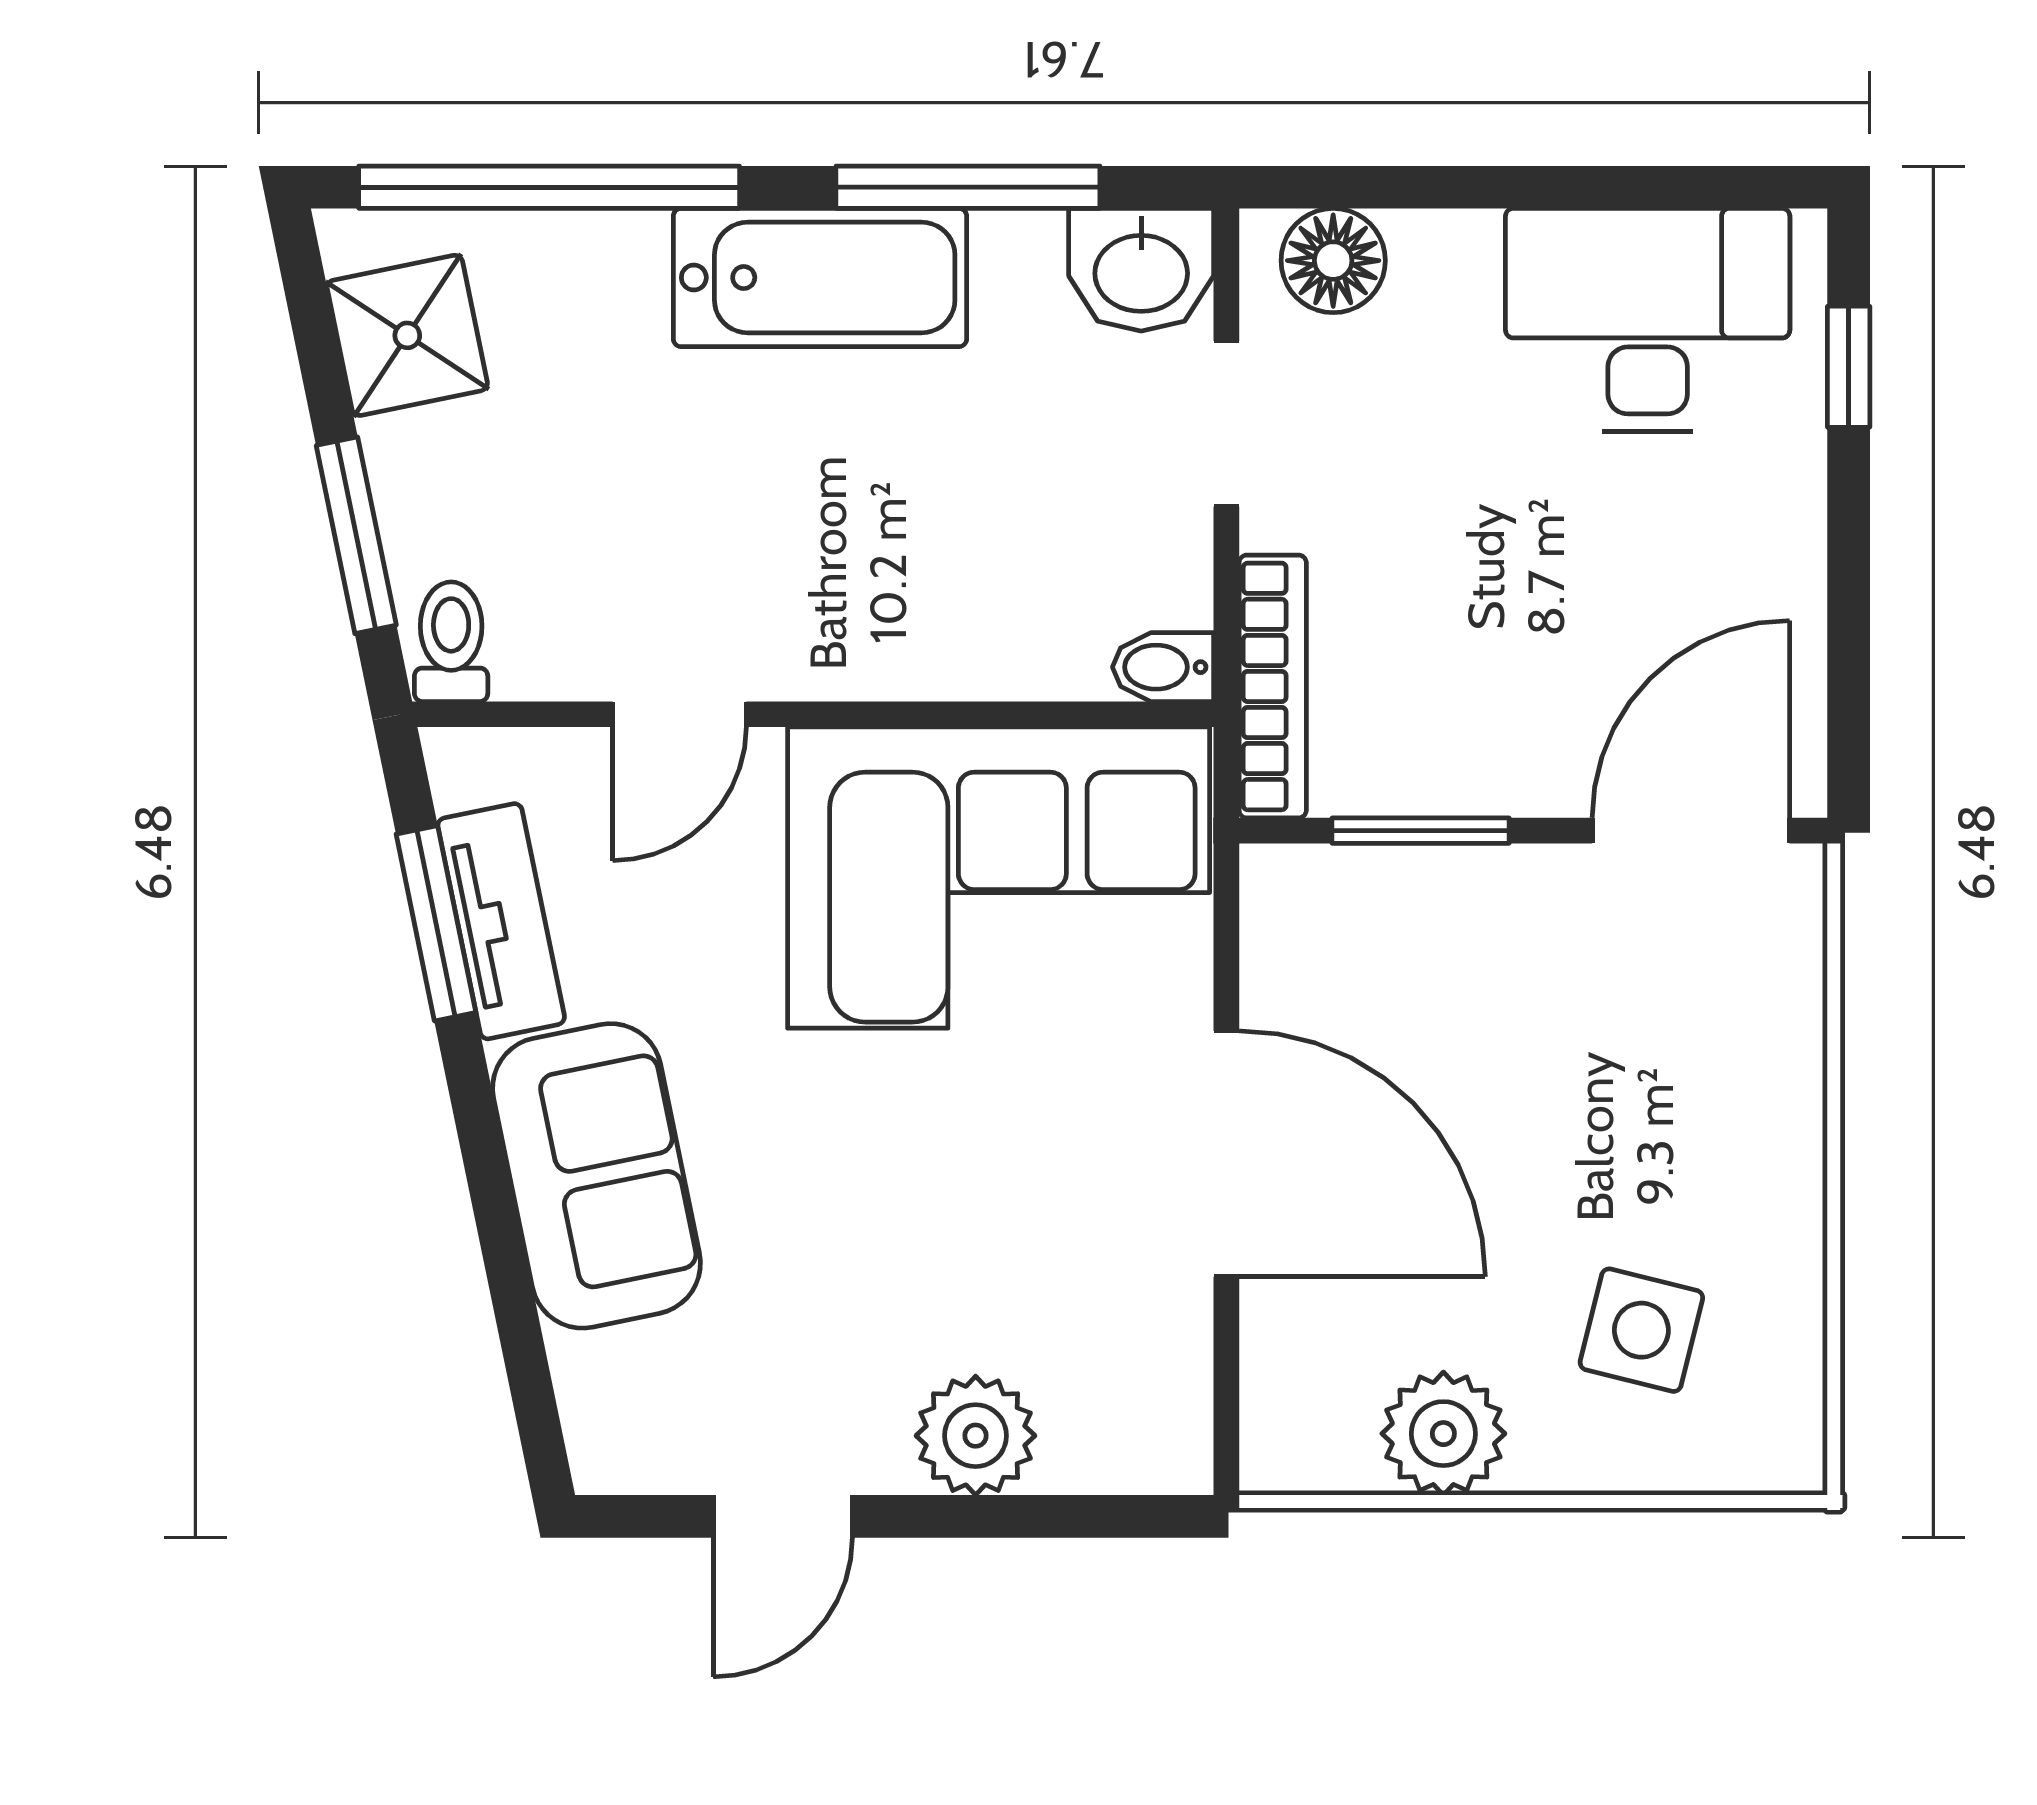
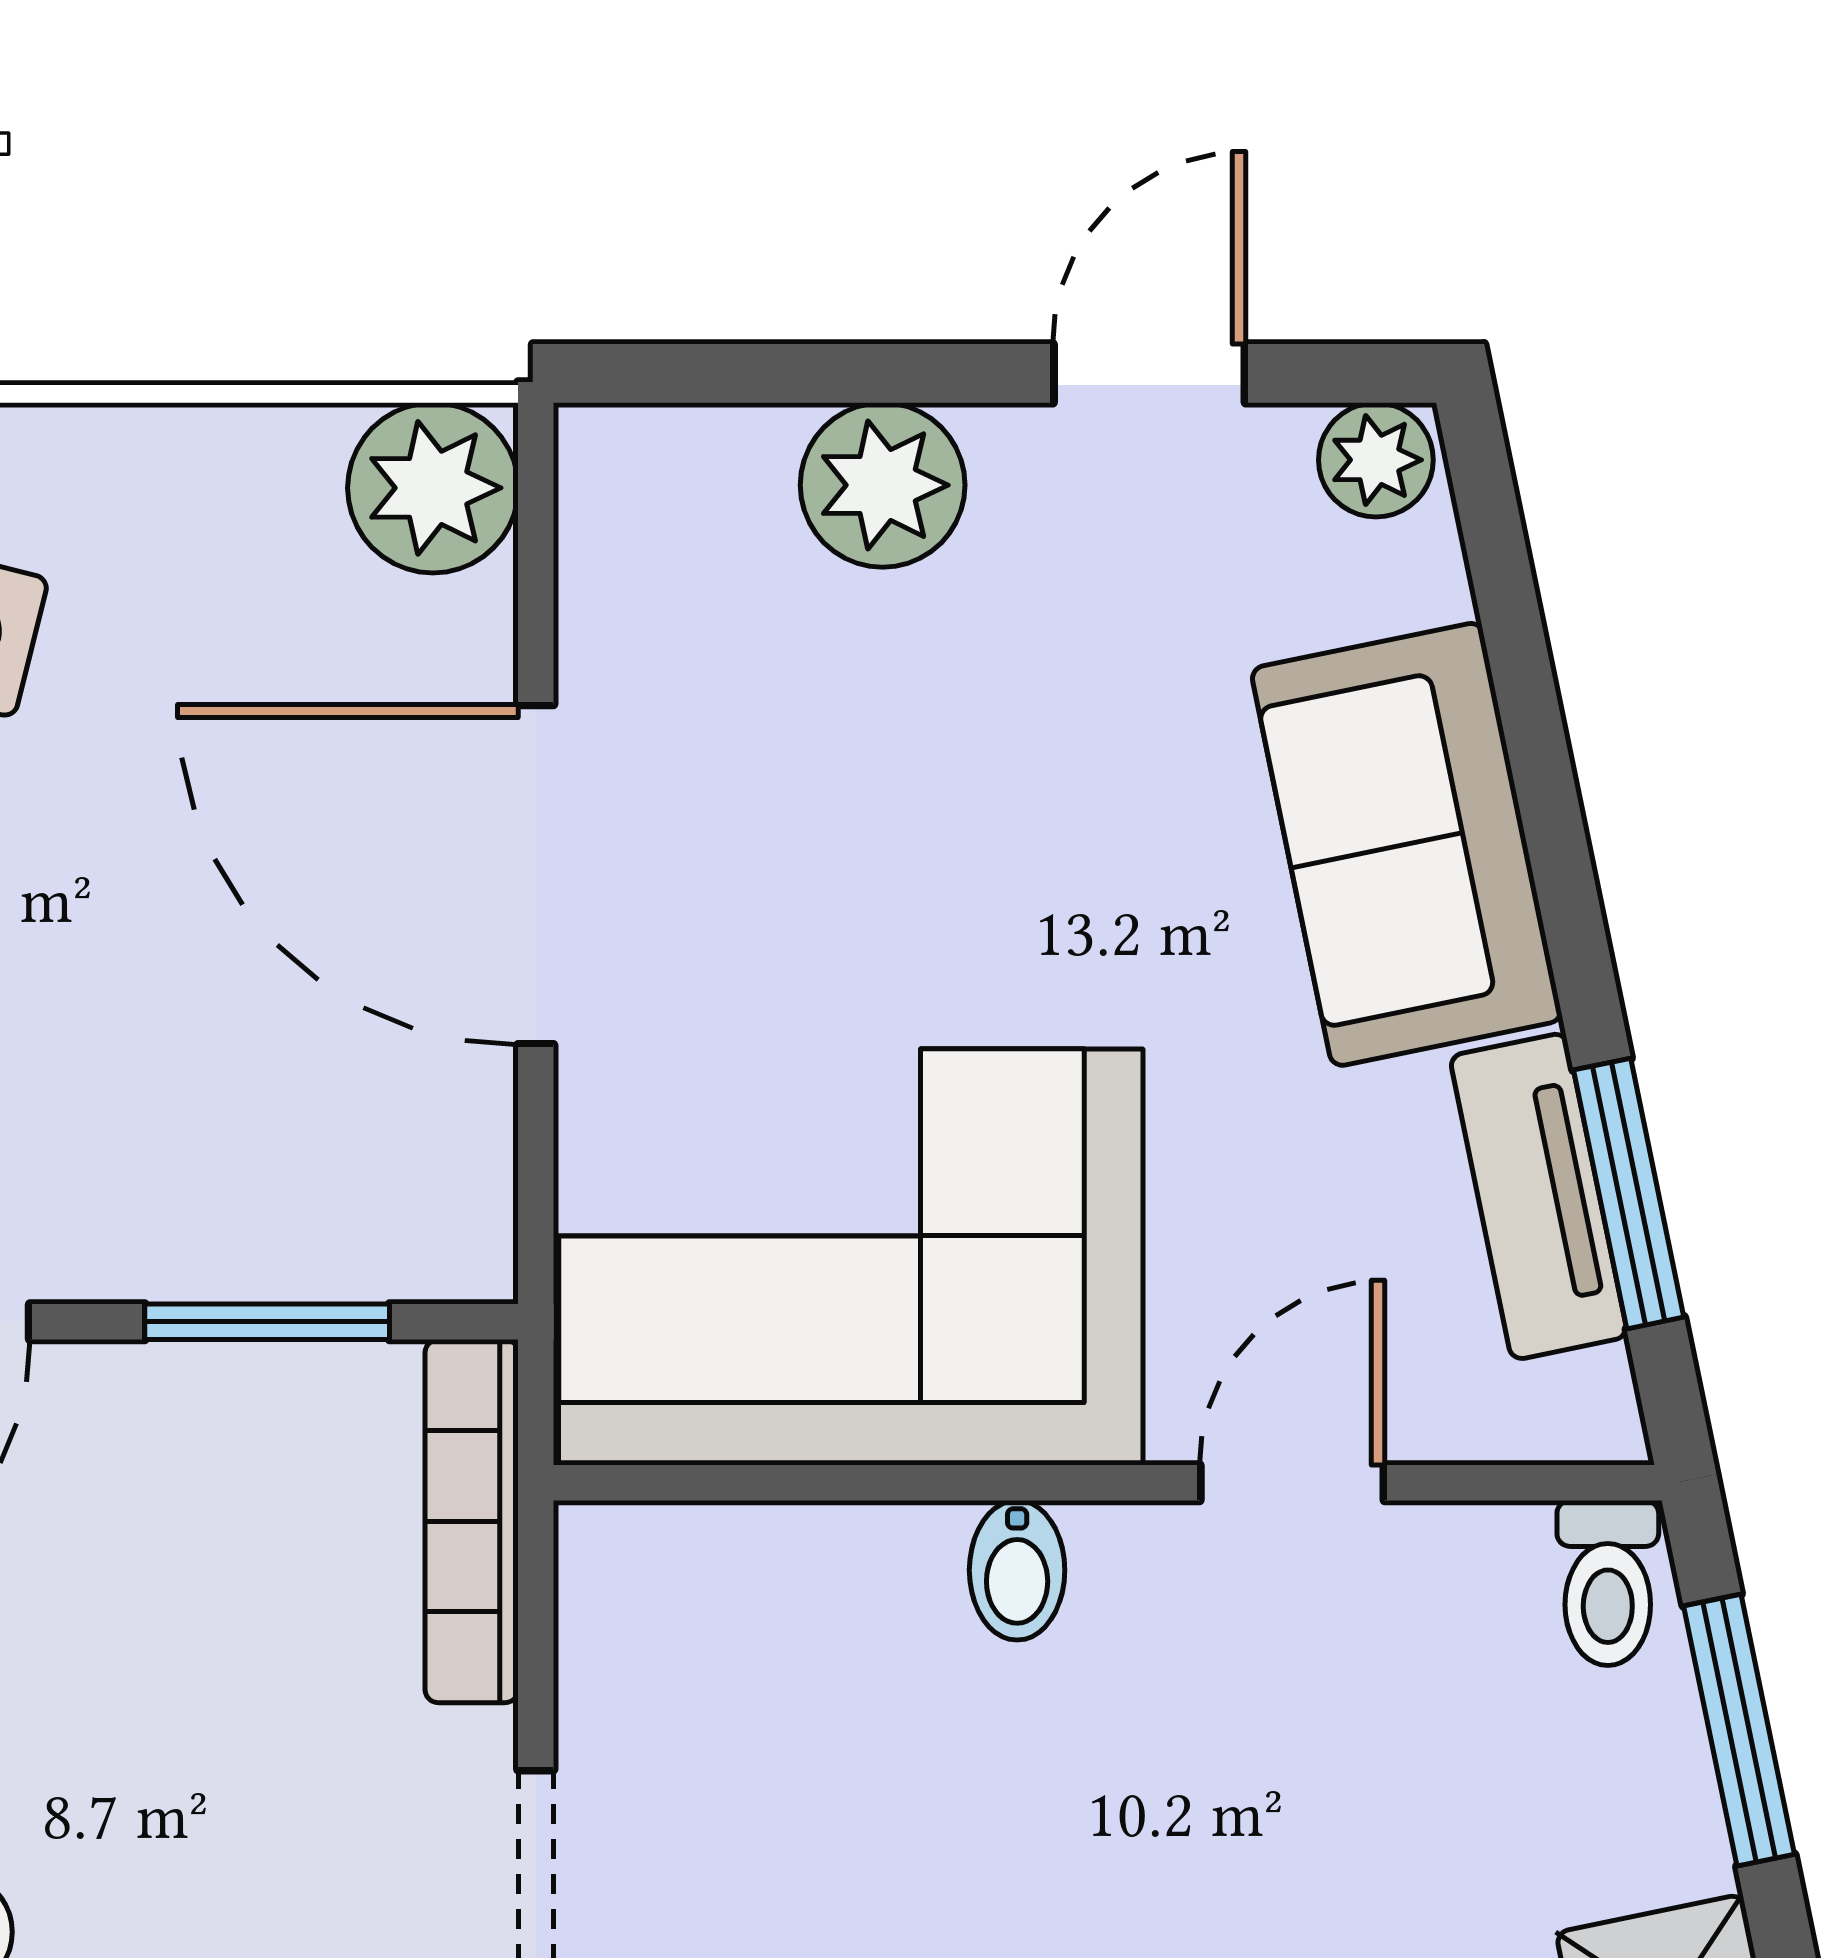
bidet: (1163, 667) -> (1017, 1570), moved, turned 90
plant: (1443, 1434) -> (433, 488), moved
plant: (619, 1454) -> (1376, 460), added

